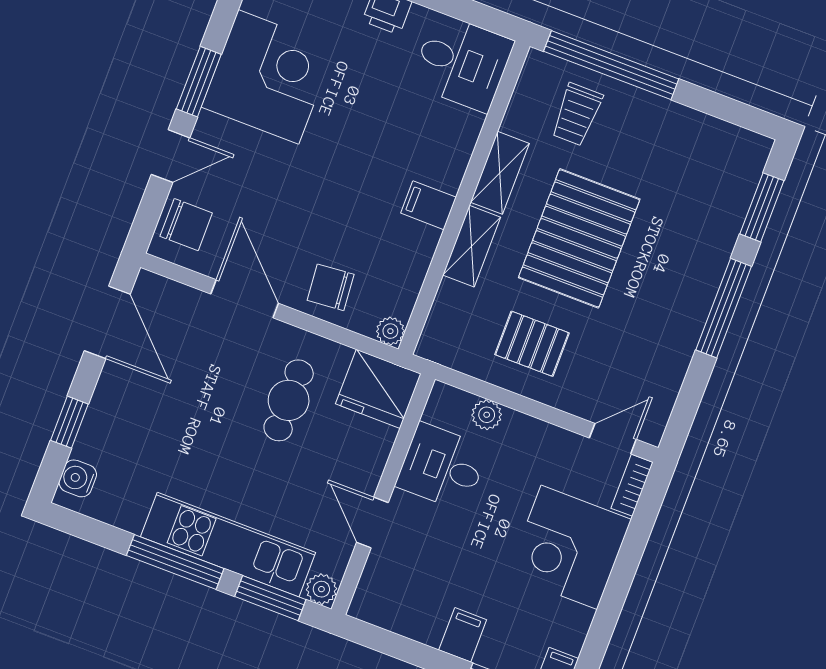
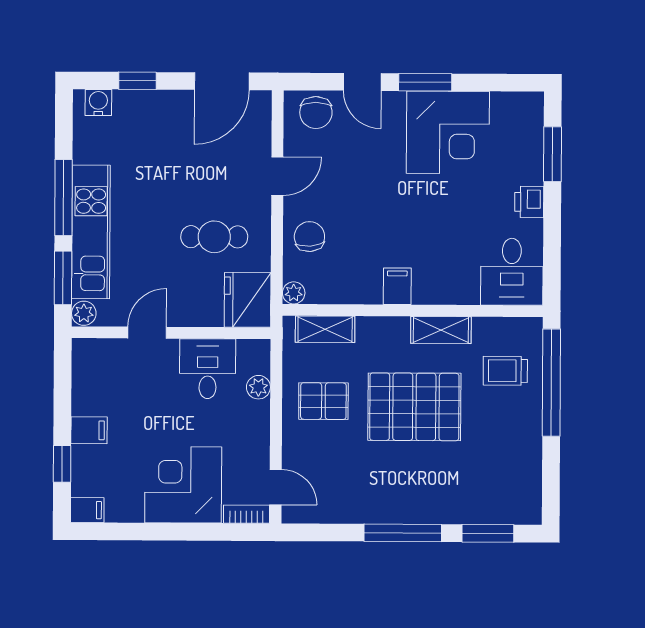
shelving: (472, 246) -> (325, 329), moved
door: (245, 299) -> (277, 176), width x0.73
pallet: (532, 344) -> (323, 401), turned 90

